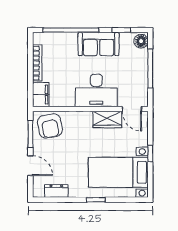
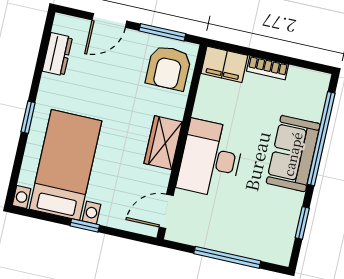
floor lamp: (141, 41) -> (276, 252), removed
sofa: (98, 44) -> (293, 154), moved
bookcase: (37, 63) -> (268, 68), width x0.64
wardrobe: (107, 120) -> (163, 143), moved
armchair: (50, 126) -> (168, 68), turned -79

